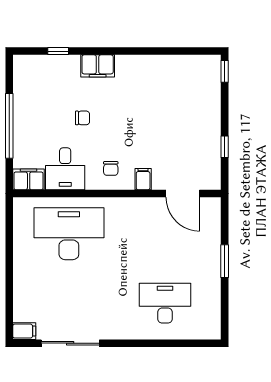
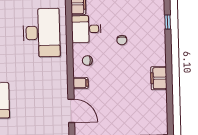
filing cabinet: (98, 66) -> (159, 78), moved
door: (183, 194) -> (71, 111), swing flipped

